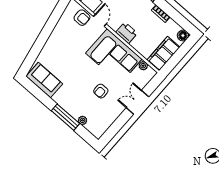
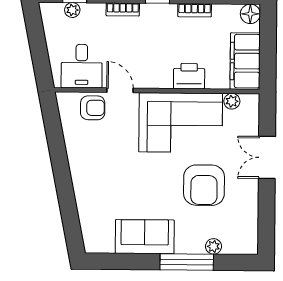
printer: (127, 33) -> (189, 76), moved
sofa: (44, 80) -> (145, 237), moved
armchair: (101, 91) -> (204, 185), width x1.88, depth x1.88

